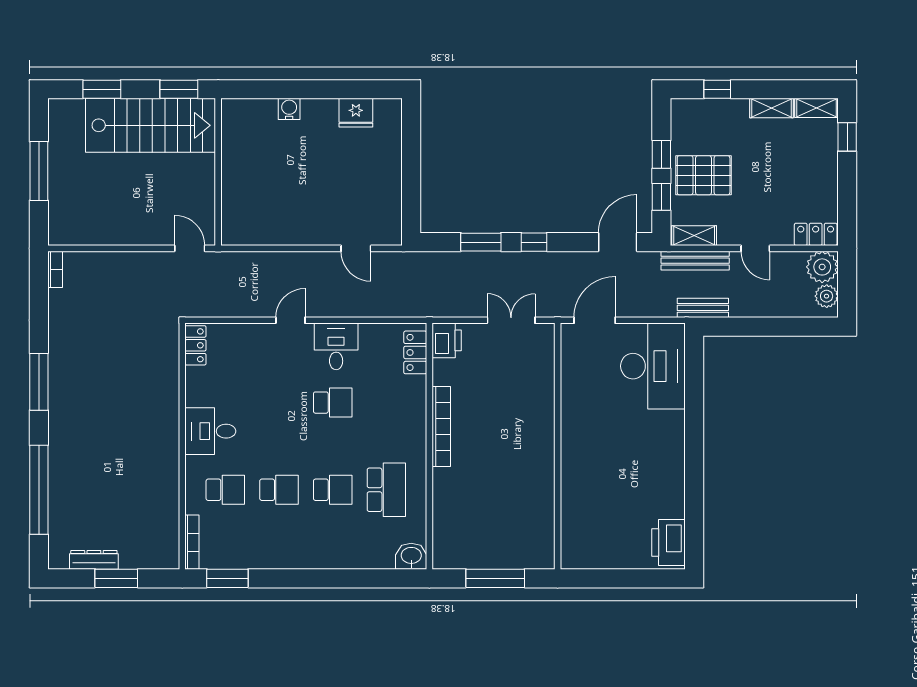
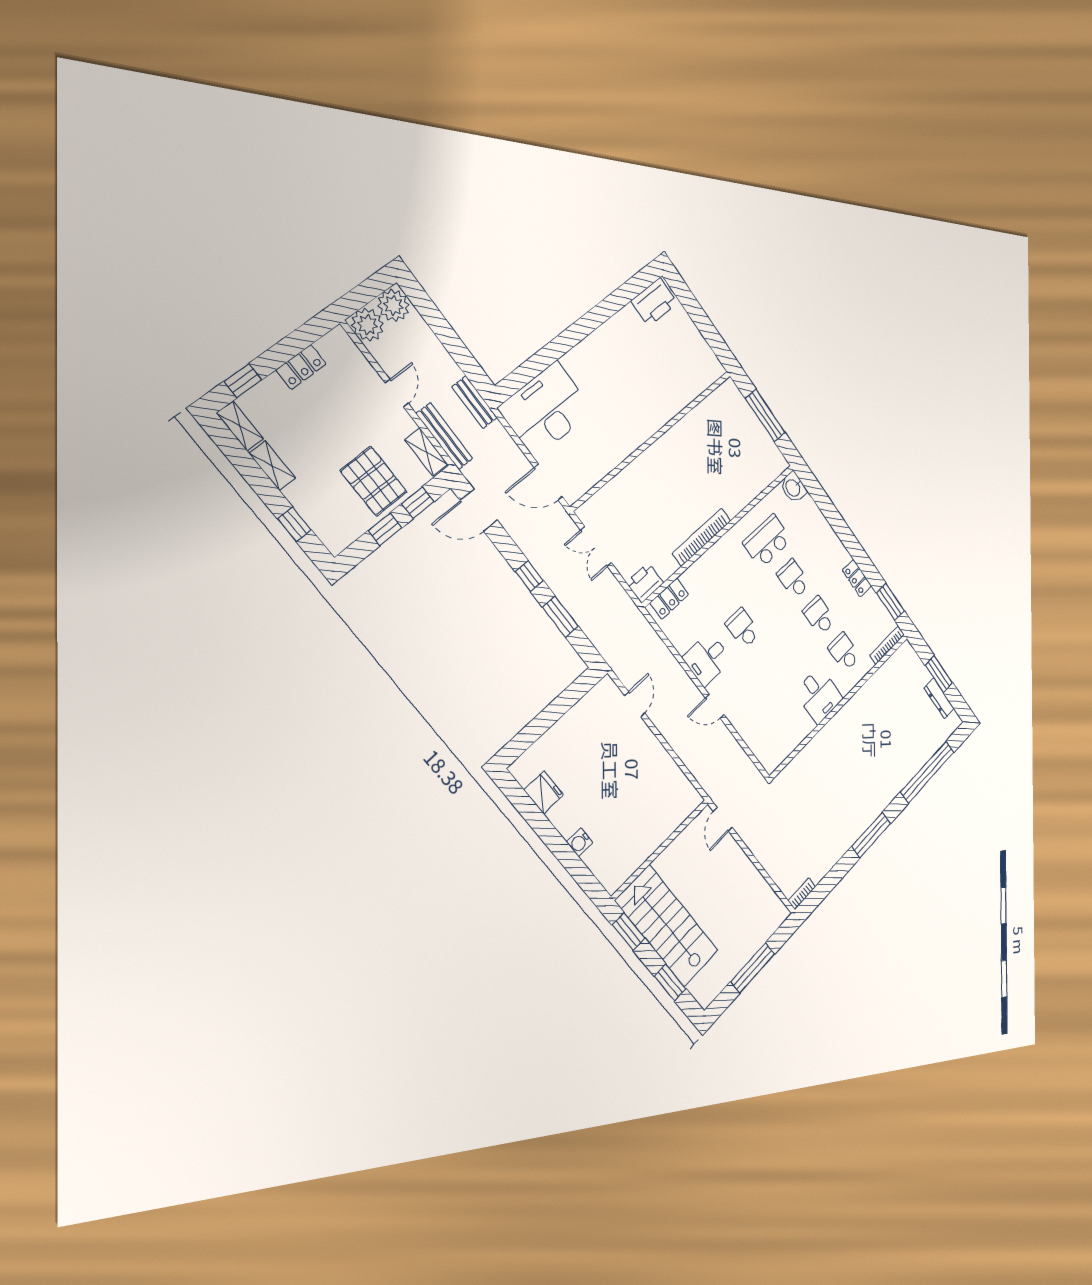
locker: (816, 234) -> (301, 367), moved, turned -90
plant: (827, 296) -> (393, 305), width x1.36, depth x1.36
locker: (195, 345) -> (857, 578), moved, turned -90

